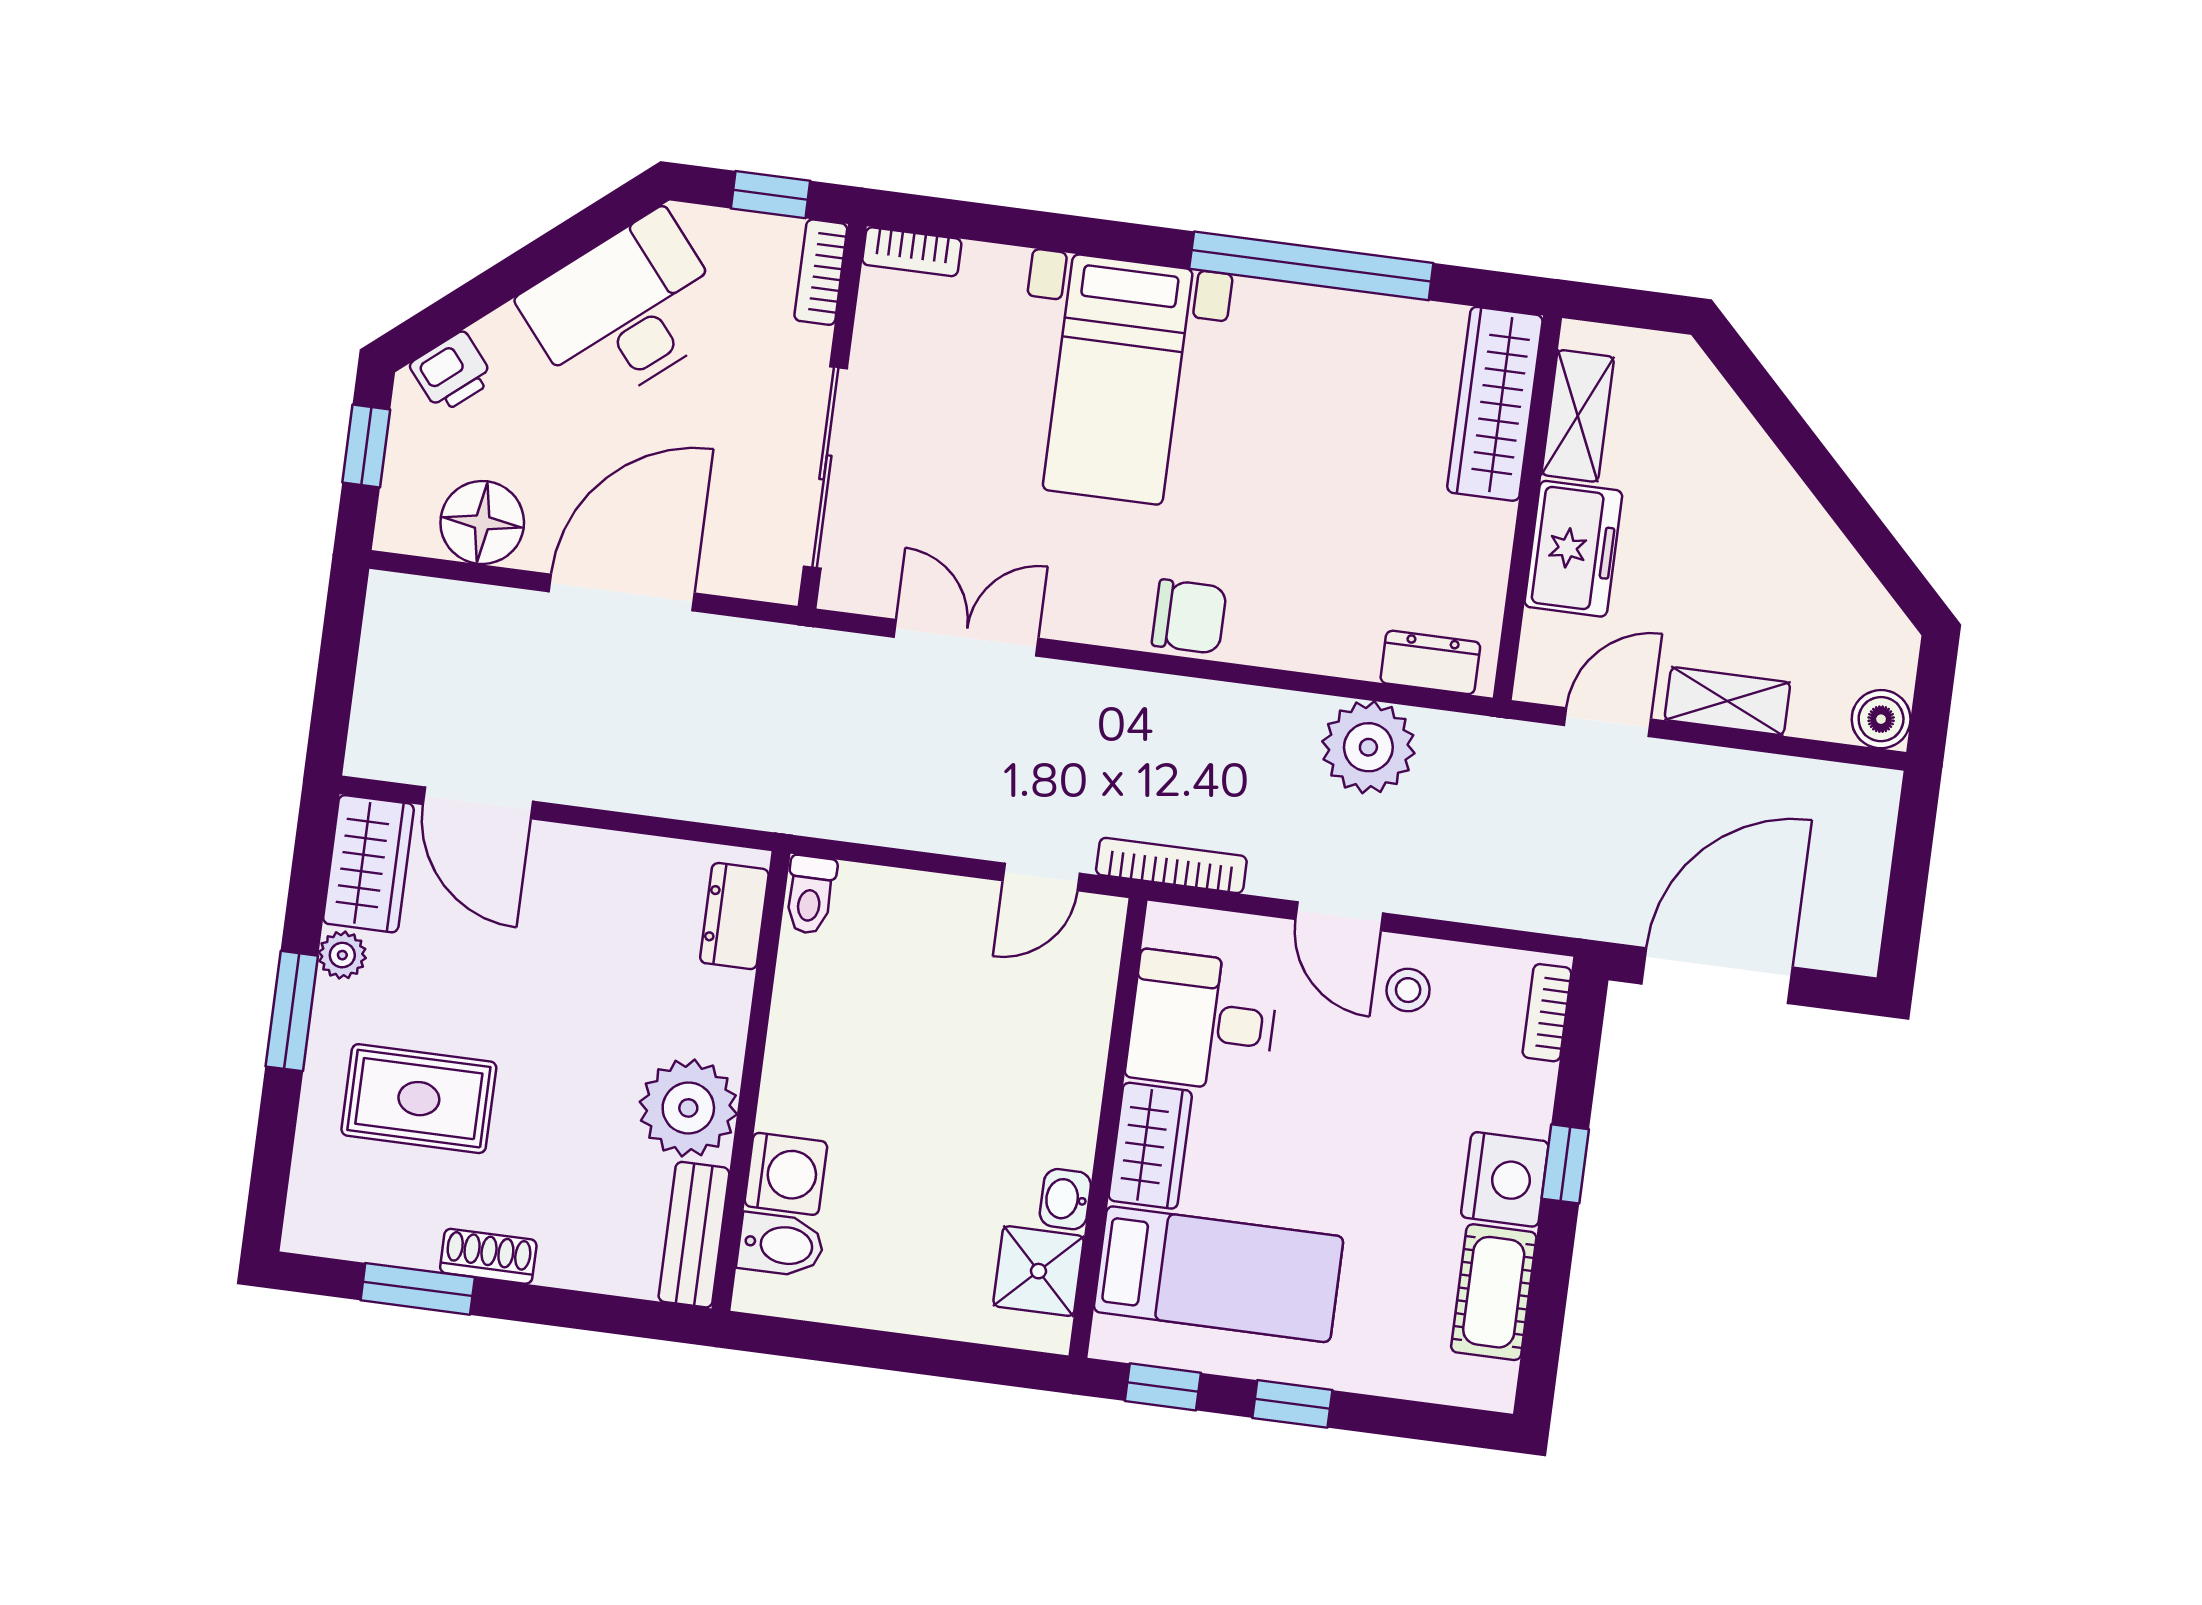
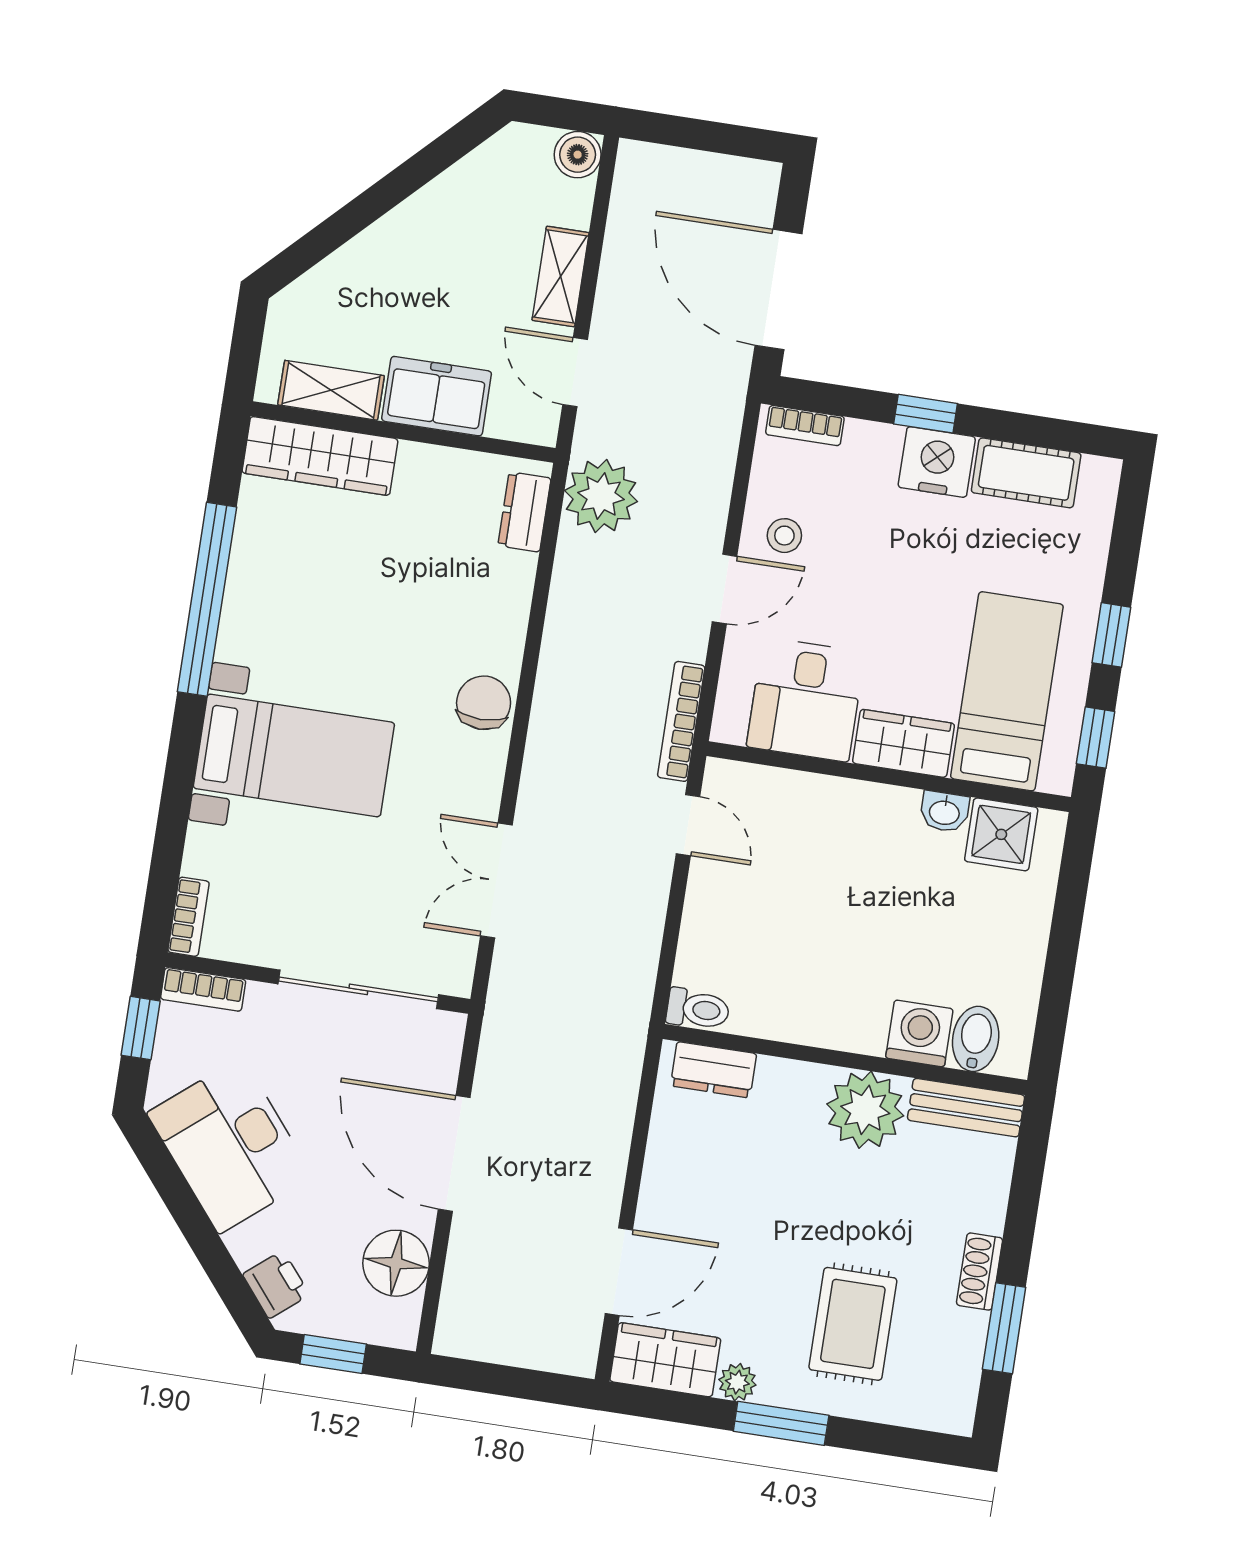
plant: (1368, 747) -> (601, 496), moved

